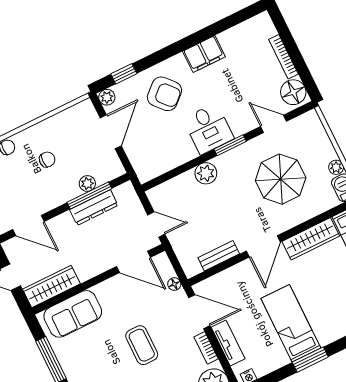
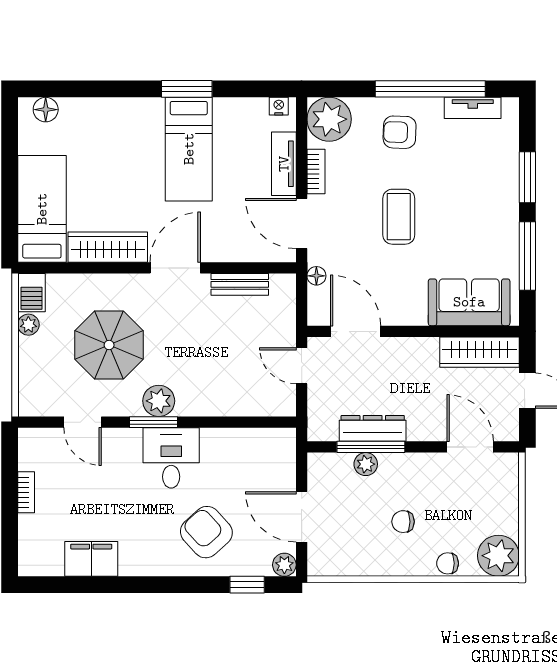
filing cabinet: (204, 54) -> (91, 559), moved
bookcase: (283, 57) -> (26, 492), width x0.64
floor lamp: (293, 92) -> (36, 451), removed
door: (111, 132) -> (302, 517), hinge flipped
plant: (206, 173) -> (159, 401), moved

